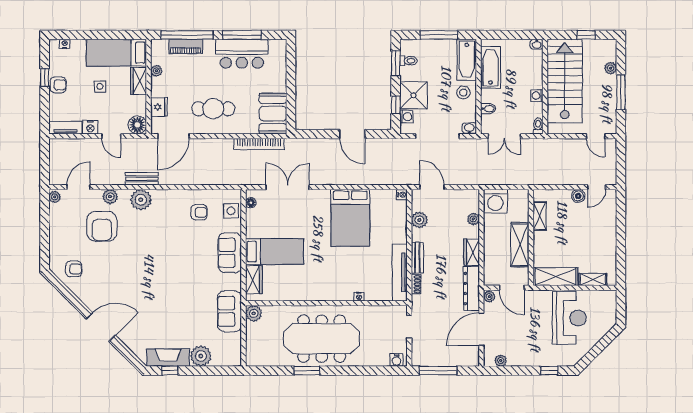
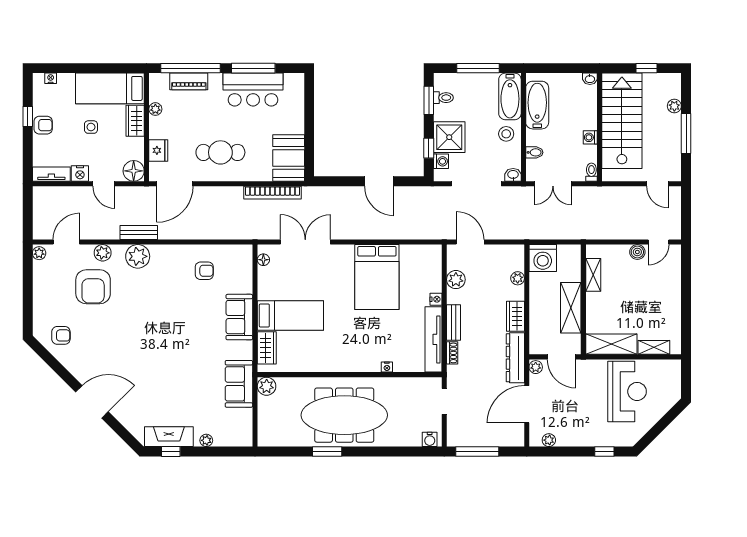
nightstand: (402, 195) -> (436, 299), moved
side table: (231, 211) -> (241, 269), removed
plant: (201, 356) -> (206, 440), width x0.53, depth x0.53

